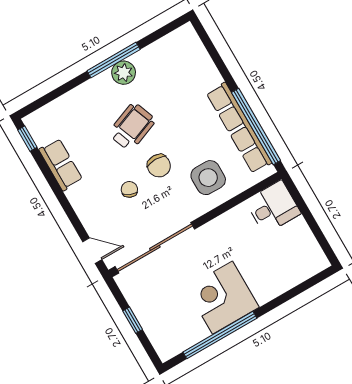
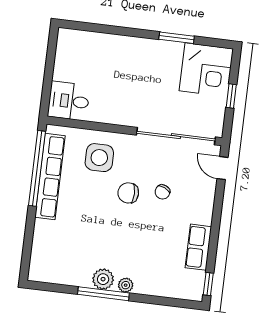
plant: (100, 82) -> (126, 285), added
wheelchair: (132, 127) -> (127, 236), removed
chair: (159, 166) -> (128, 193), turned -90
corner desk: (222, 298) -> (206, 70), moved
window: (220, 335) -> (177, 38), width x0.47

